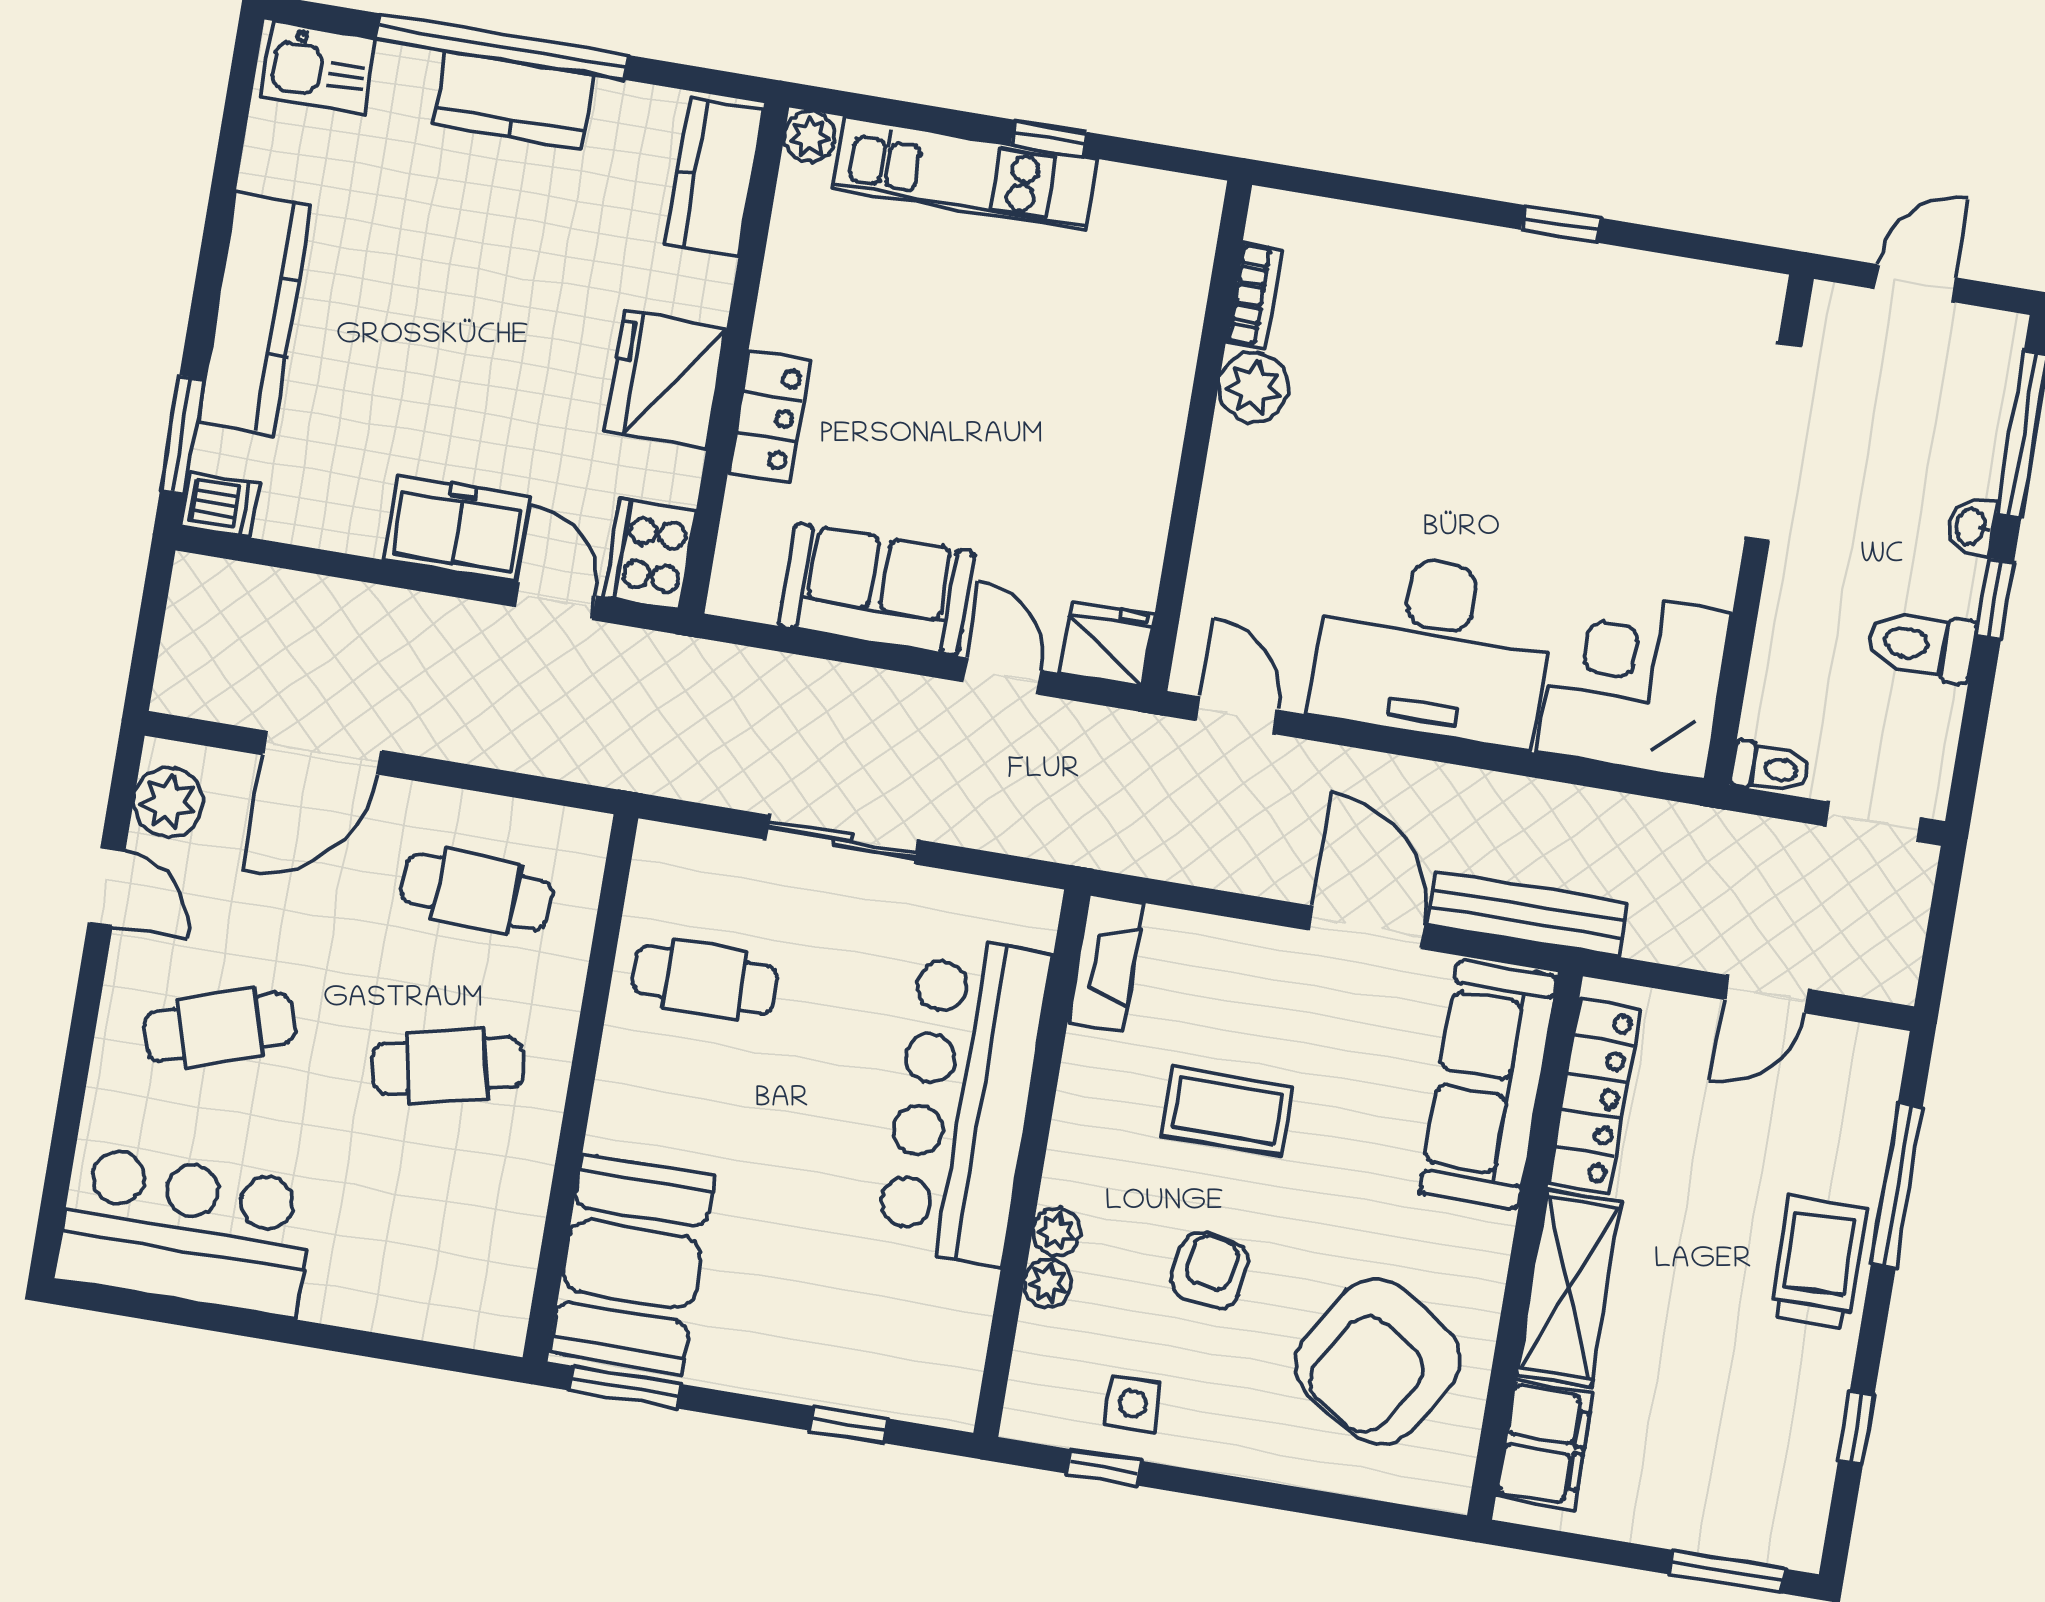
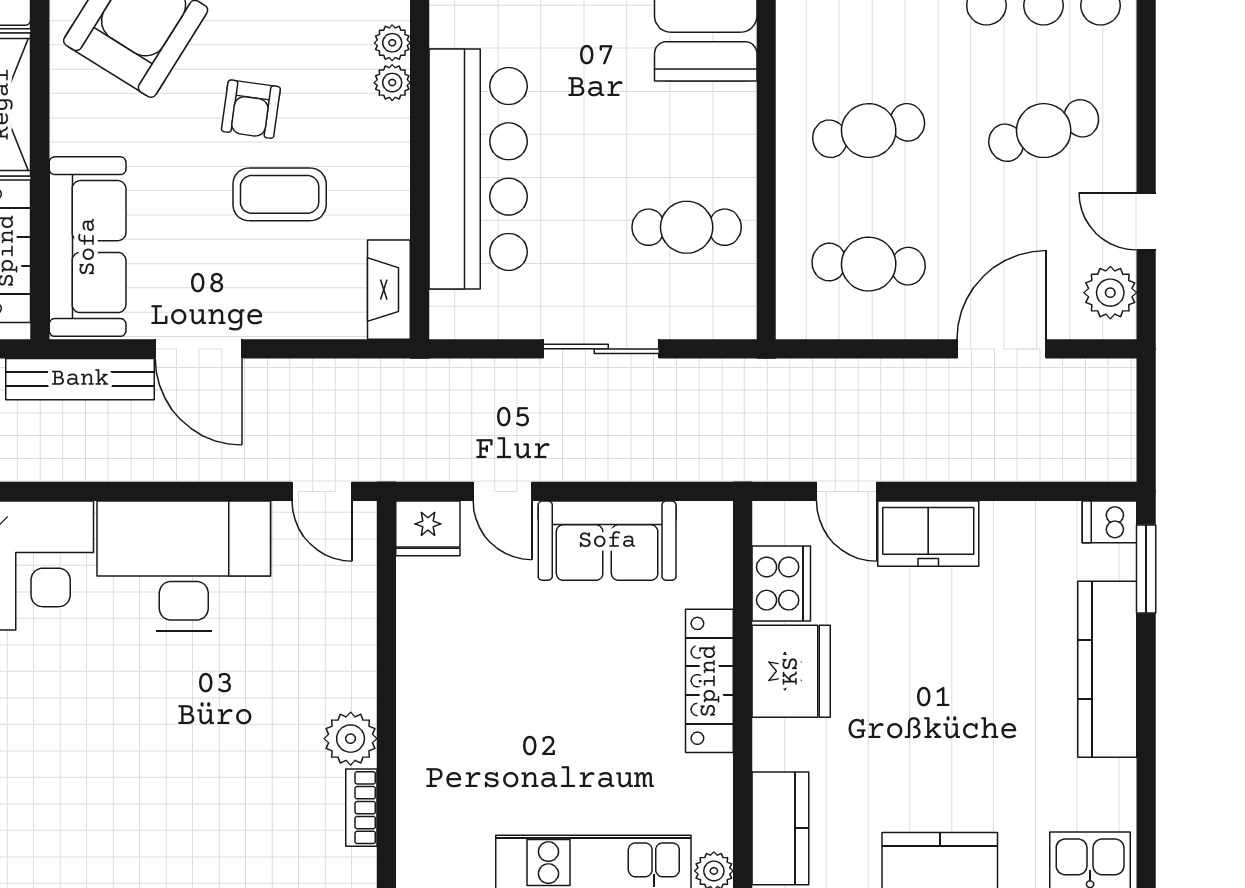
locker: (769, 417) -> (709, 681), width x1.53
cooker: (650, 554) -> (781, 584), moved
armchair: (1210, 1270) -> (251, 109), moved

